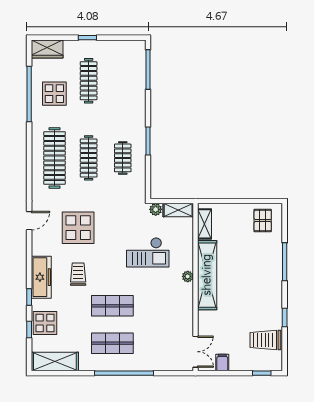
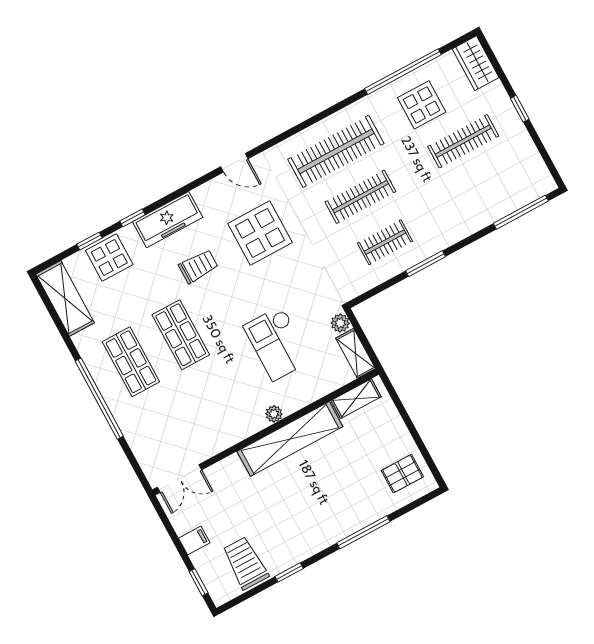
filing cabinet: (222, 363) -> (194, 540), moved

